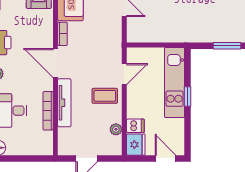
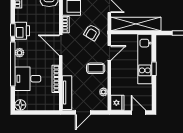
shelving: (162, 33) -> (136, 24), added
armchair: (100, 45) -> (92, 33), added
tv unit: (64, 103) -> (67, 93), moved
dishwasher: (135, 126) -> (117, 90), removed

